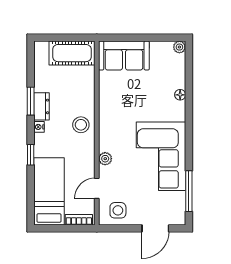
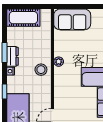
cot: (72, 53) -> (23, 18), moved
plant: (105, 159) -> (59, 62), moved

